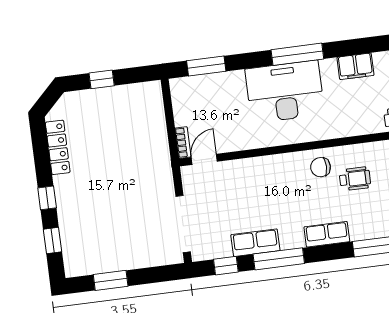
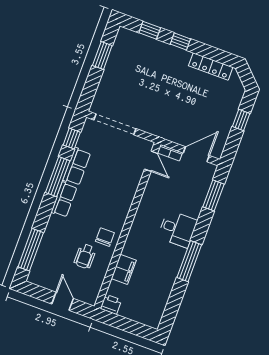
filing cabinet: (355, 66) -> (124, 269), moved, turned 180
desk: (285, 92) -> (178, 229), width x0.53, depth x0.77
door: (169, 111) -> (196, 154), added
row of seats: (327, 234) -> (64, 200), moved

